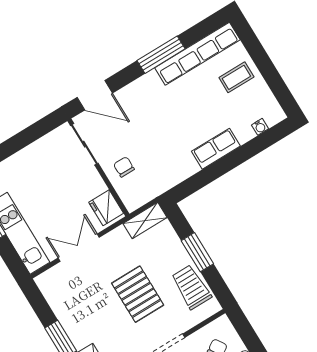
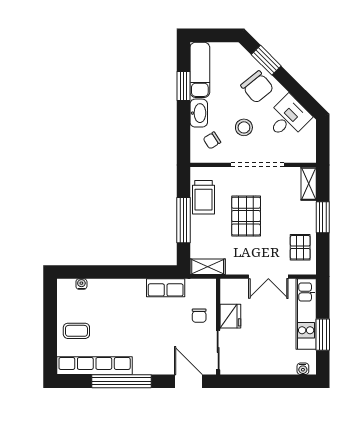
window: (161, 55) -> (122, 381), width x1.46
row of seats: (216, 149) -> (166, 288), moved
fridge: (106, 208) -> (230, 316), moved
window: (197, 252) -> (183, 220), width x1.44
pallet: (65, 296) -> (300, 247), added

